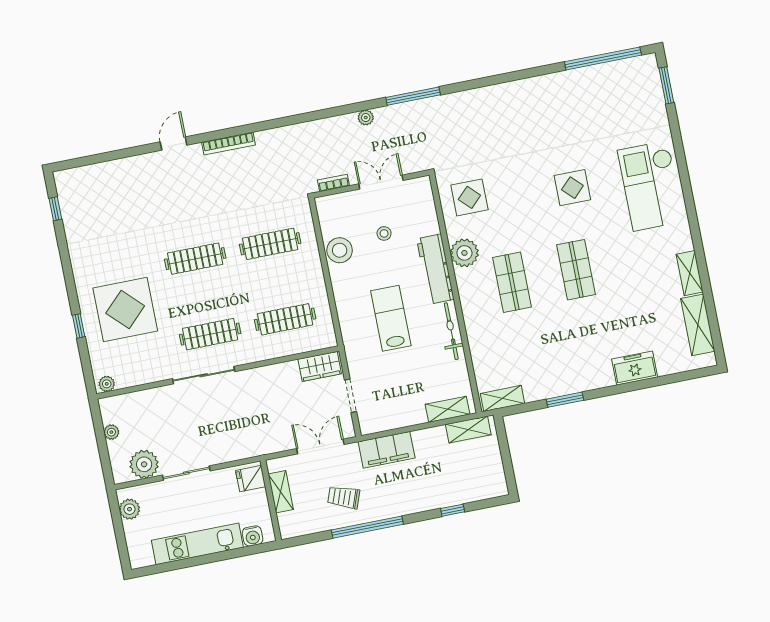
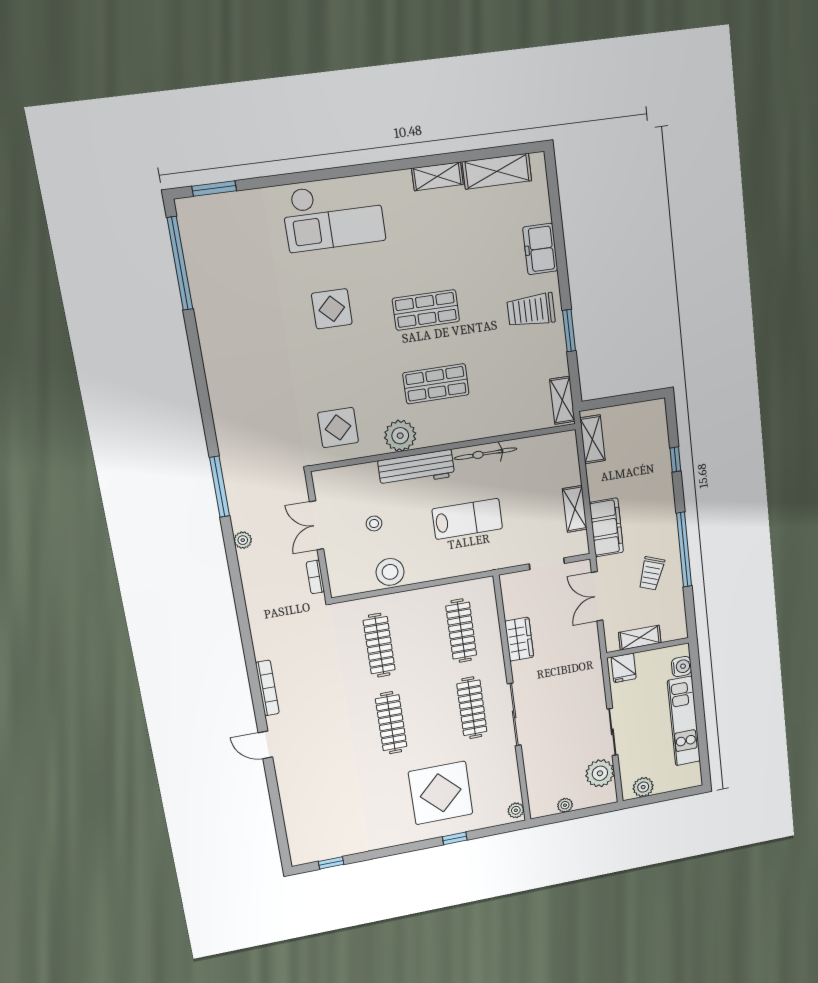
lab bench: (391, 318) -> (467, 519), turned 180
trolley: (581, 364) -> (531, 310), added
wardrobe: (320, 366) -> (519, 639), moved
shelving: (447, 409) -> (575, 509), moved

